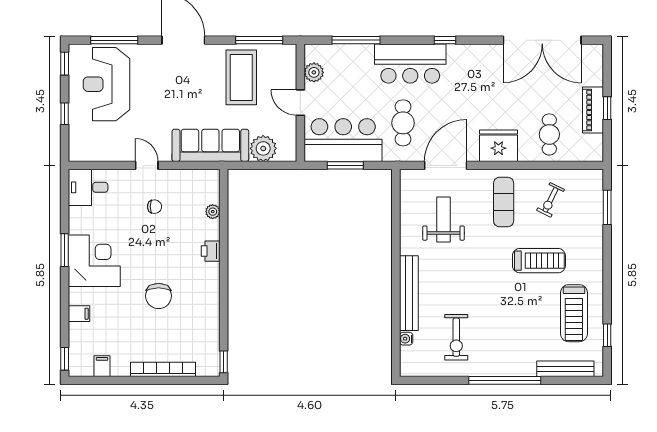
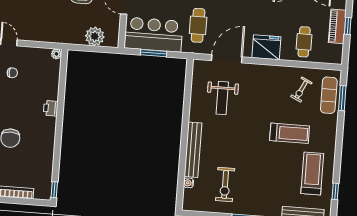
sofa: (210, 145) -> (56, 31), removed
exercise mat: (504, 202) -> (329, 95), moved
plant: (213, 212) -> (56, 54), moved
weight bench: (444, 219) -> (222, 98), turned 180
treadmill: (574, 313) -> (312, 173), turned 180

